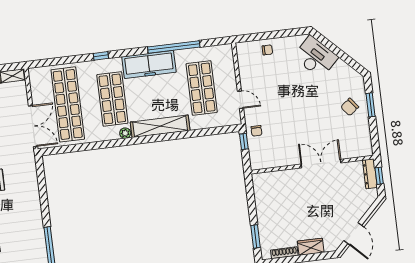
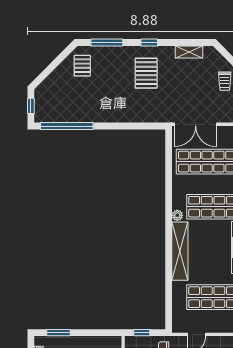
window: (244, 141) -> (142, 333), moved

